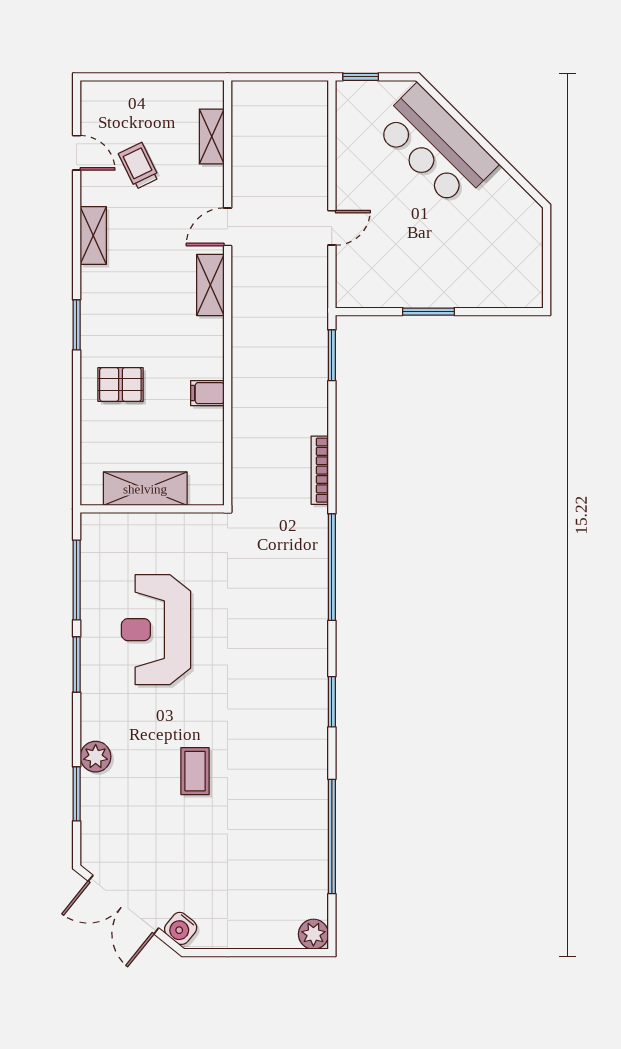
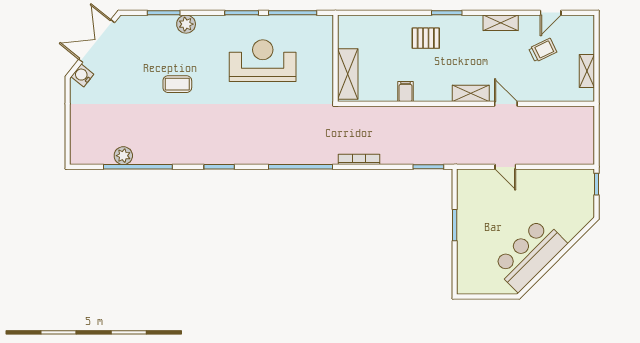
shelving: (212, 137) -> (587, 71), moved, turned 90
bar counter: (436, 146) -> (529, 255), moved
pallet: (120, 384) -> (426, 38), moved, turned 90
shelving: (145, 489) -> (348, 74), moved
plant: (313, 934) -> (123, 156), moved

